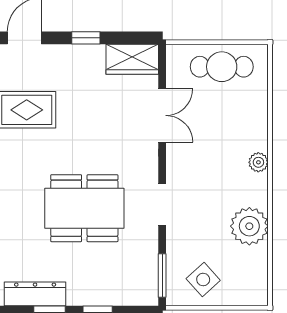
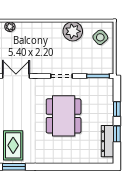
plant: (258, 162) -> (10, 27), moved
side table: (203, 279) -> (100, 37), moved

